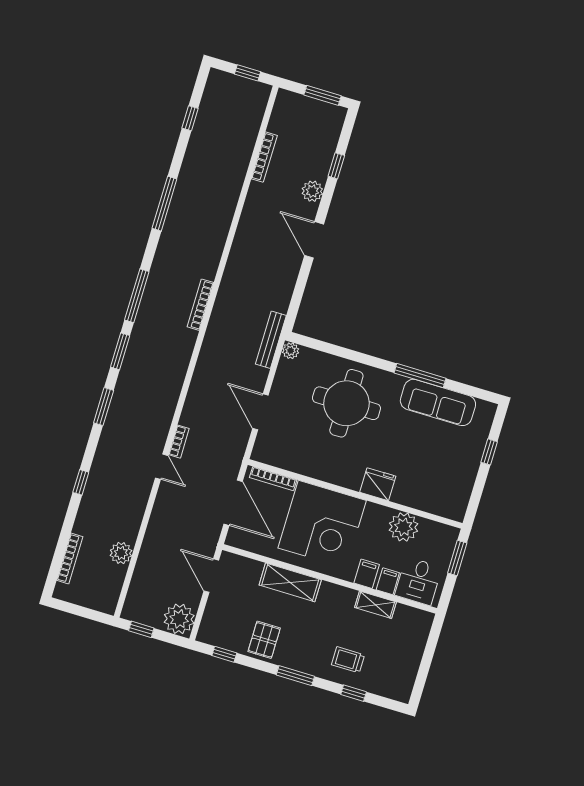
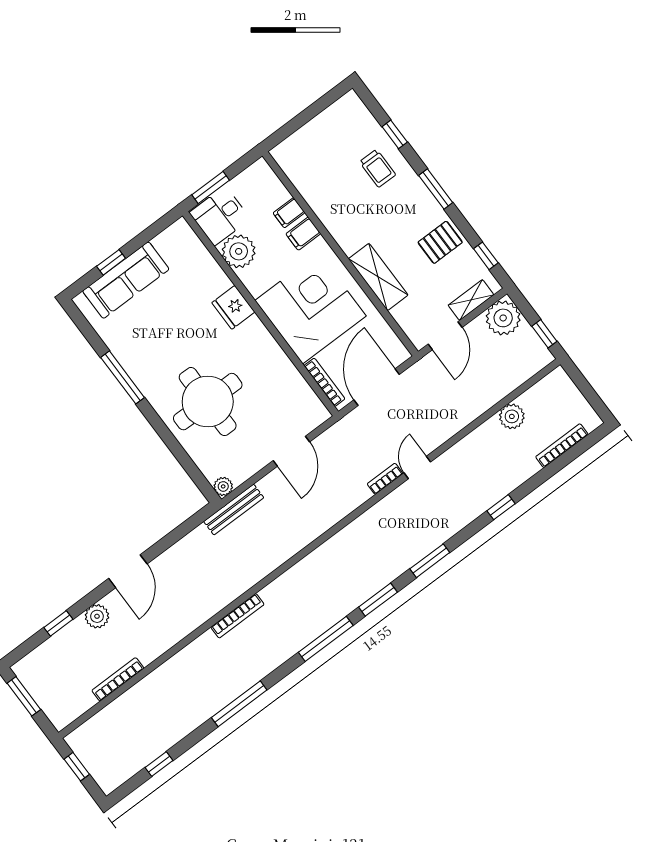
bookcase: (200, 305) -> (237, 616), moved
sofa: (438, 402) -> (126, 280), moved, turned 90
desk: (418, 581) -> (220, 216), moved, turned 180
shelving: (375, 605) -> (471, 300), moved, turned 90

